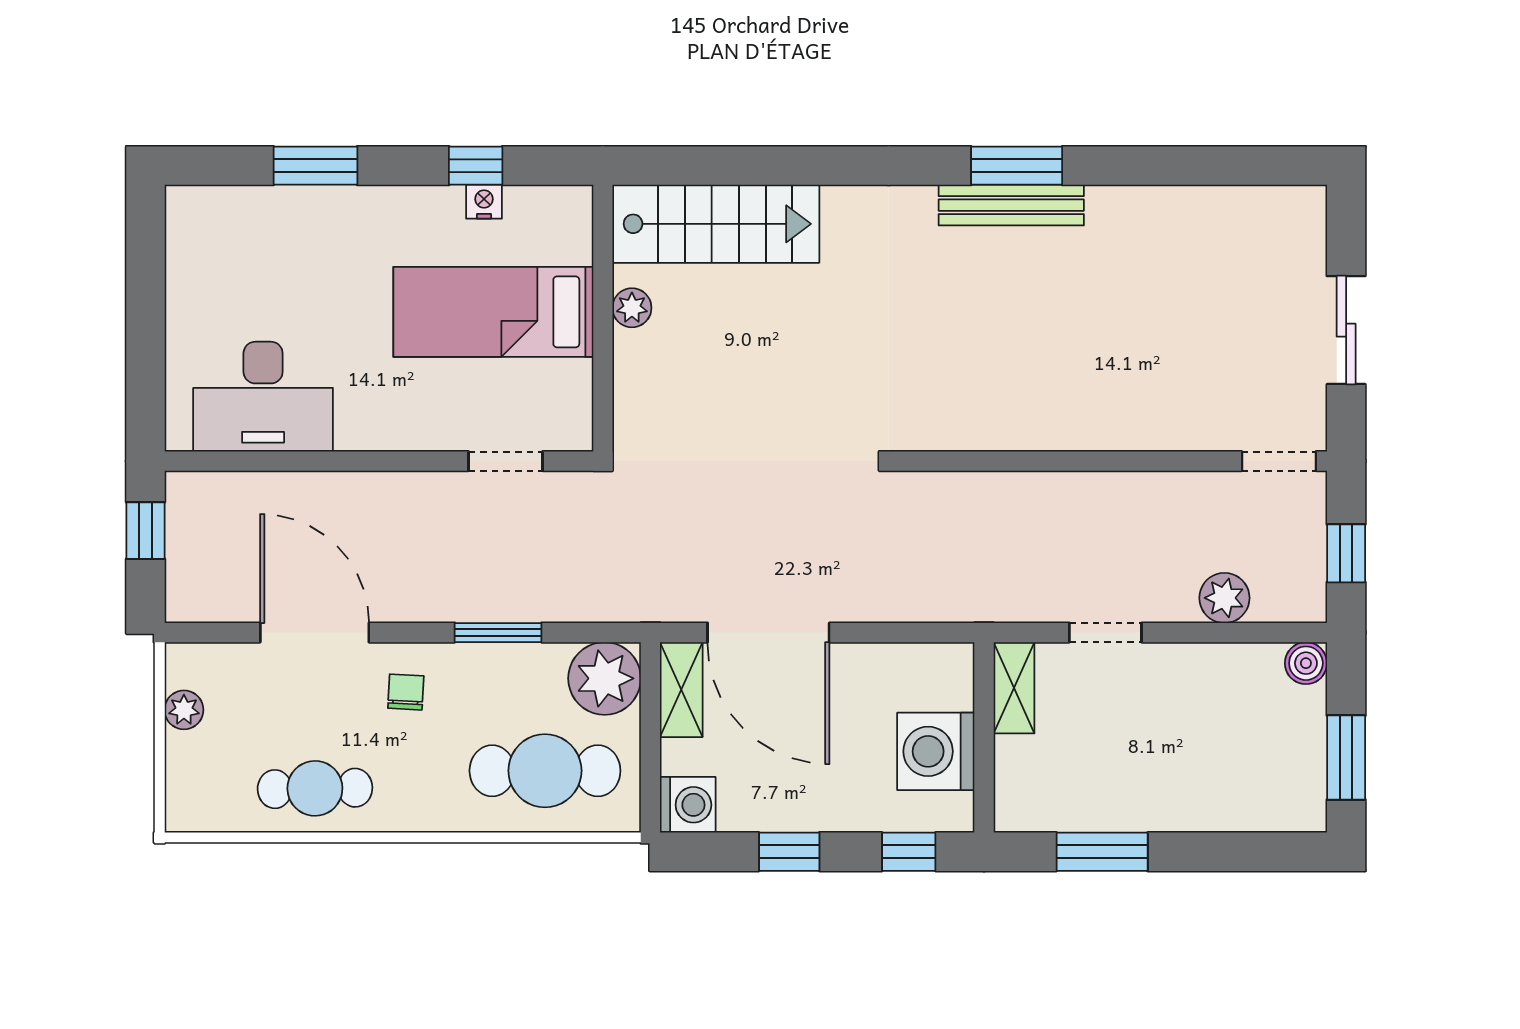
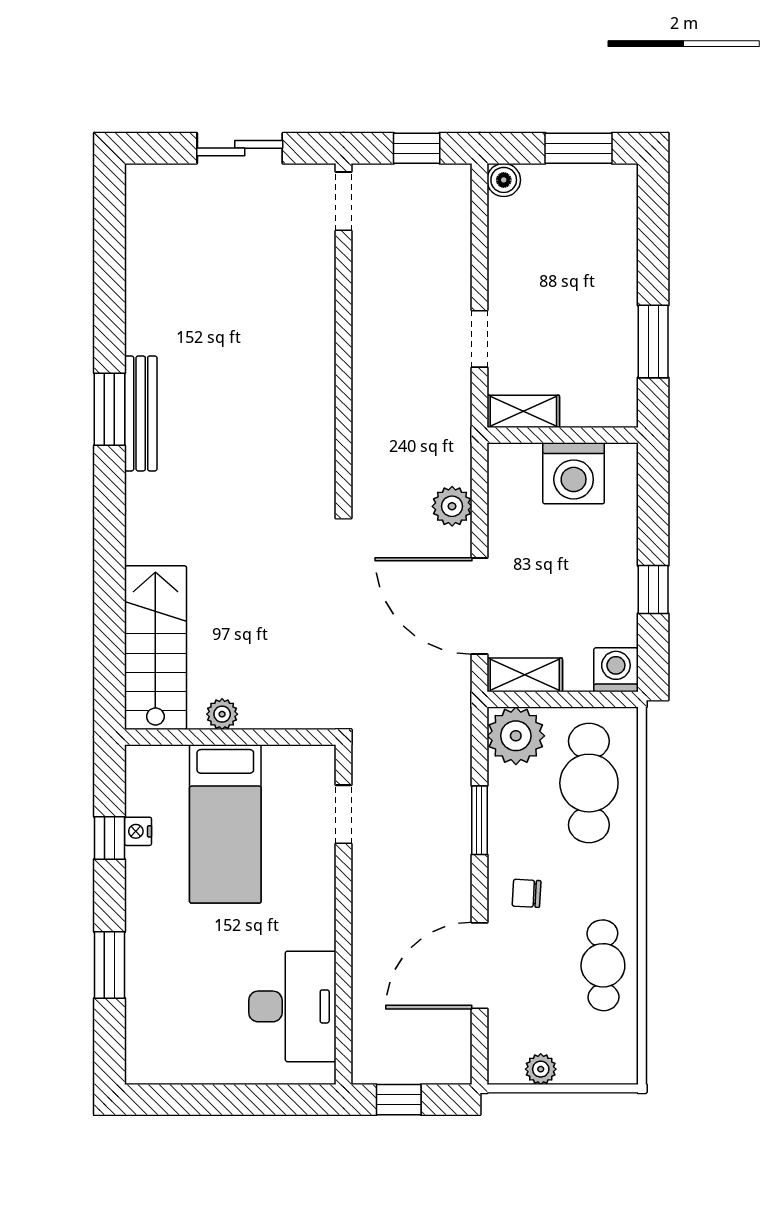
plant: (1224, 598) -> (452, 506), moved
door: (768, 633) -> (479, 606), swing flipped
window: (909, 852) -> (653, 495), removed

